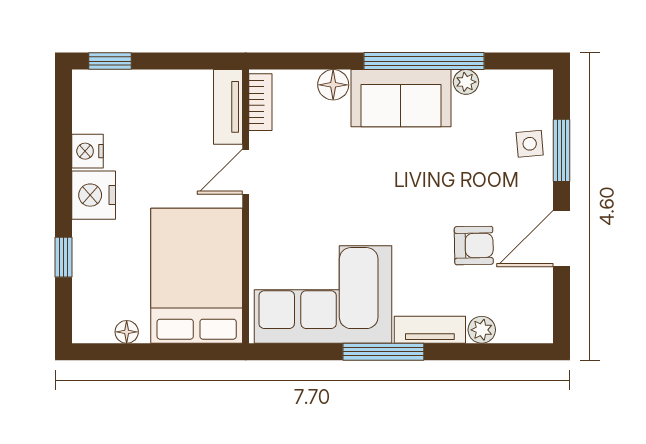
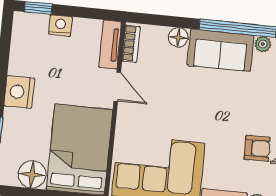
nightstand: (88, 151) -> (60, 26), moved, turned 90
door: (246, 172) -> (117, 87), swing flipped
floor lamp: (127, 332) -> (32, 174), width x1.89, depth x1.89

